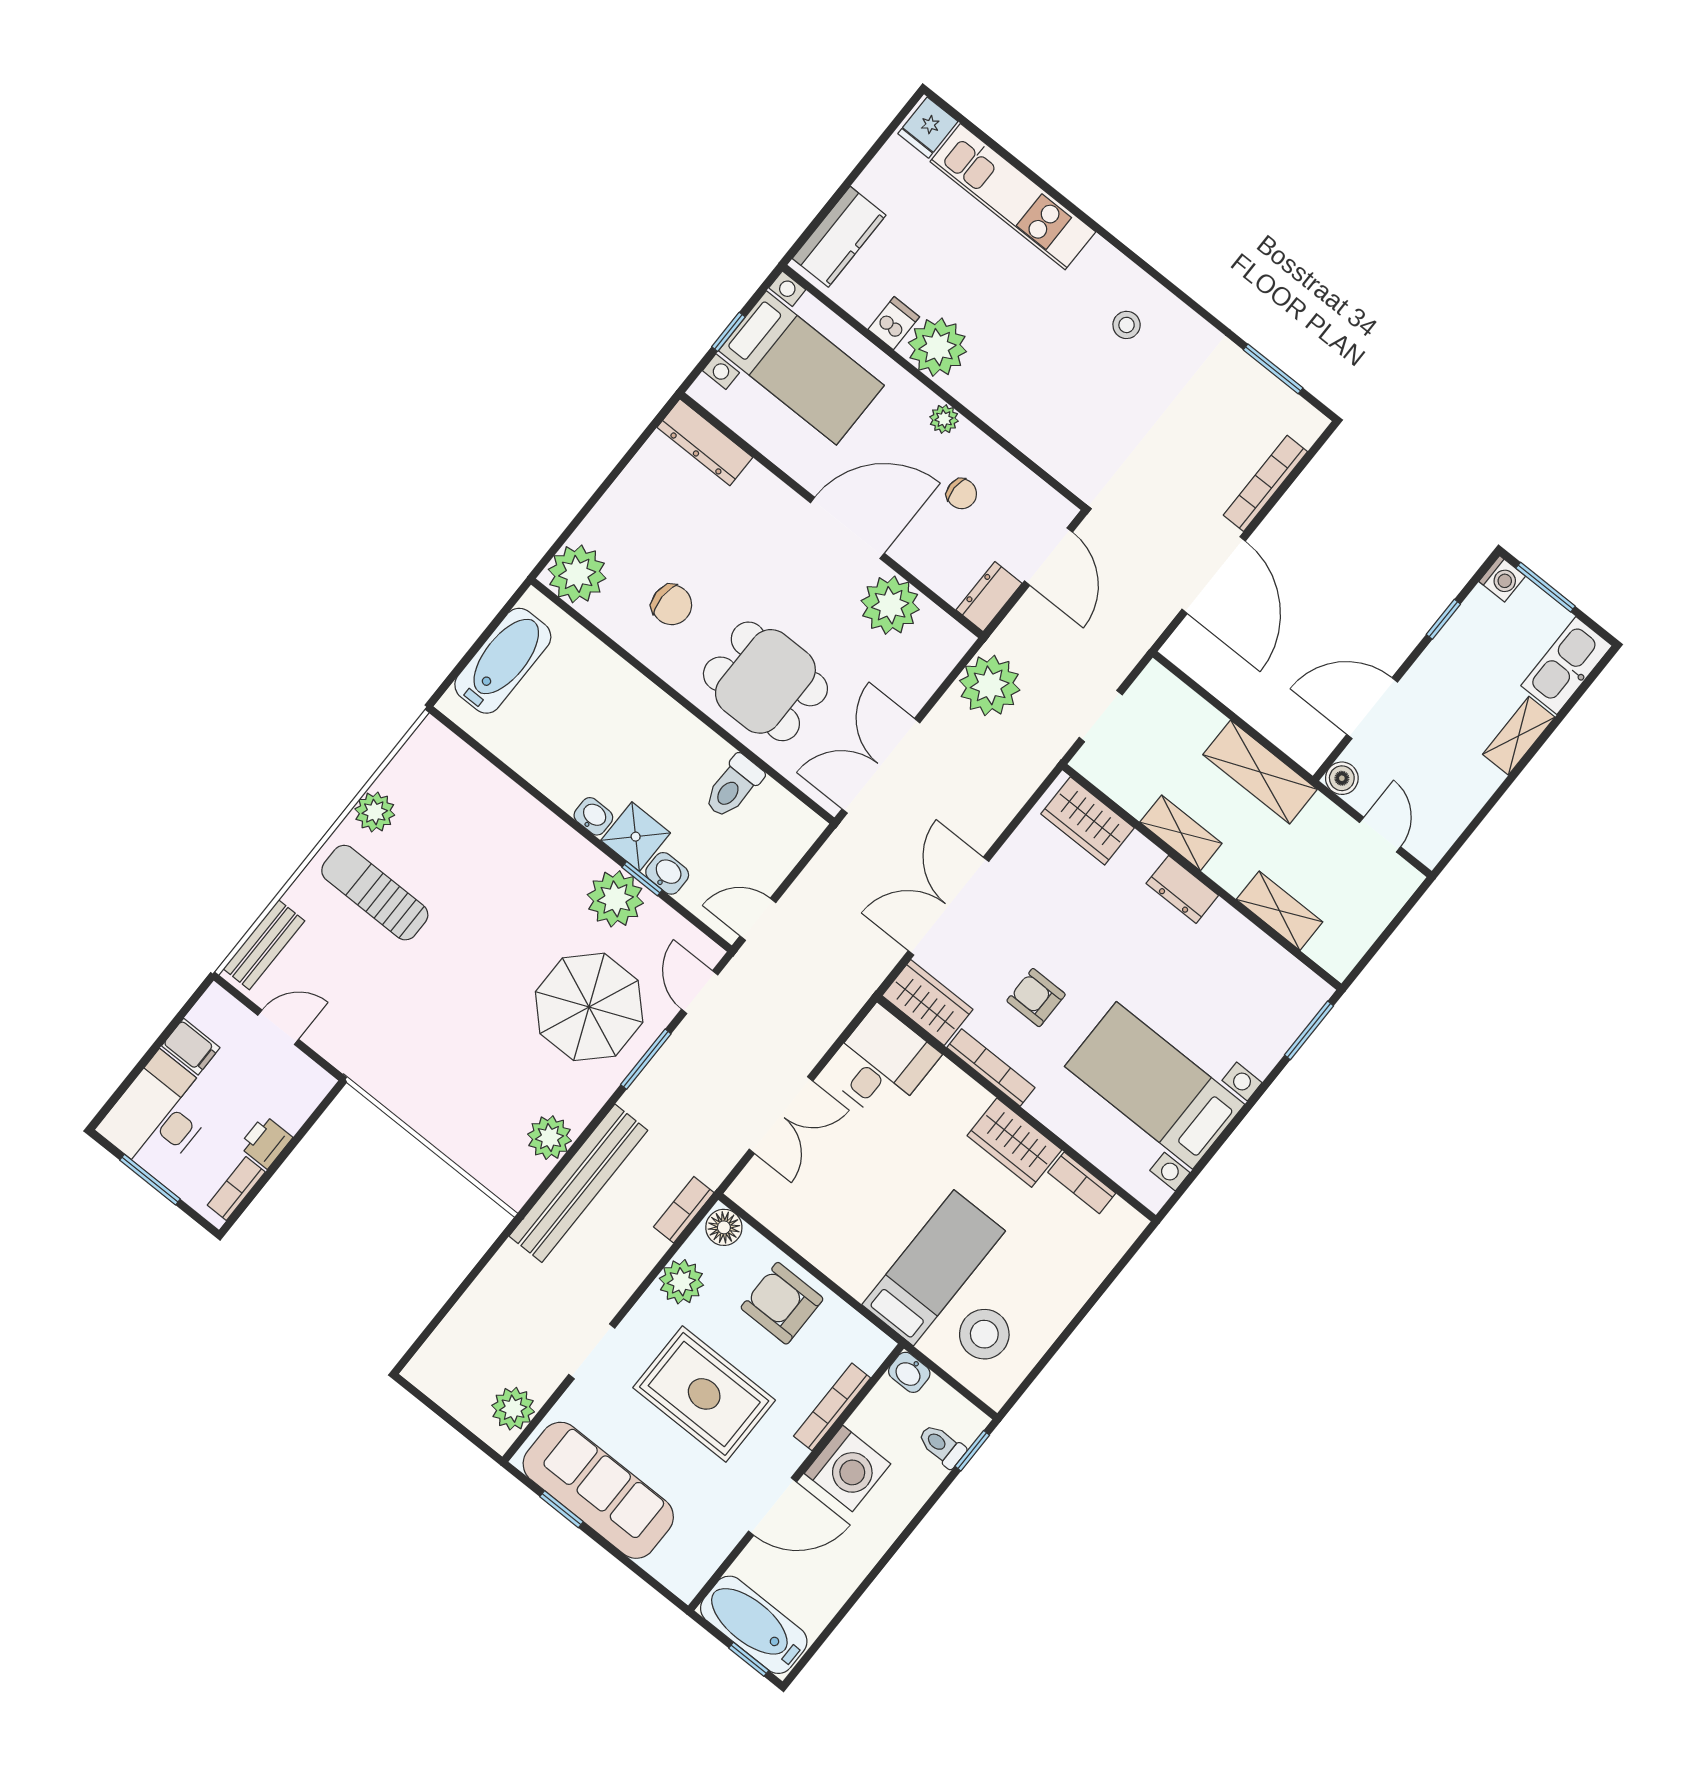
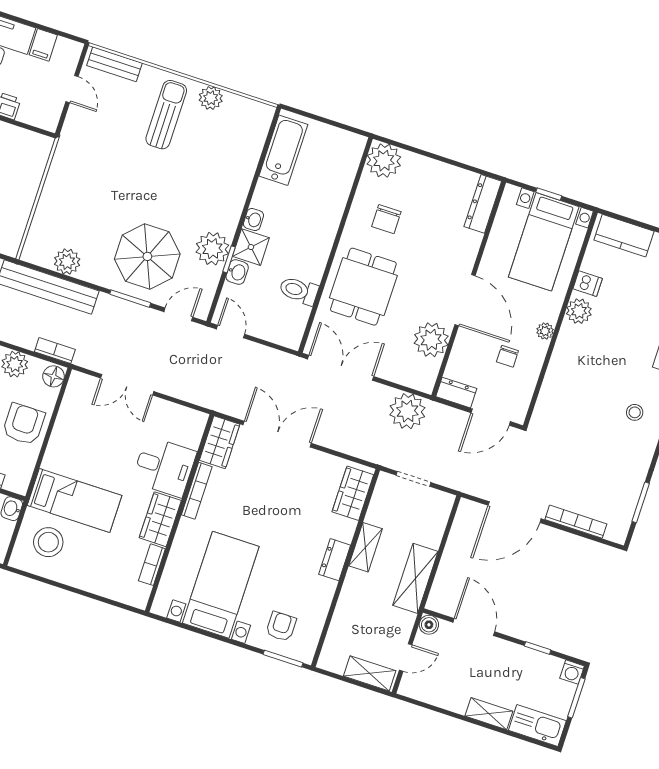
plant: (937, 347) -> (579, 311), width x0.73, depth x0.73
bathtub: (503, 661) -> (283, 150), moved, turned -90
shelving: (1280, 911) -> (370, 673), moved, turned 90
armchair: (1036, 998) -> (281, 626), moved
desk: (881, 1064) -> (164, 467), moved

